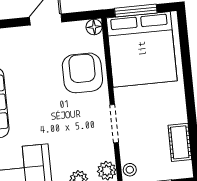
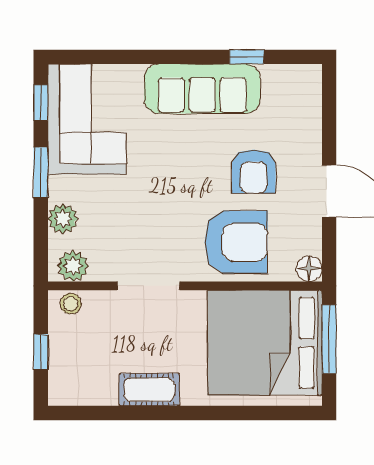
armchair: (38, 67) -> (254, 171), added
cot: (180, 142) -> (149, 390), moved

